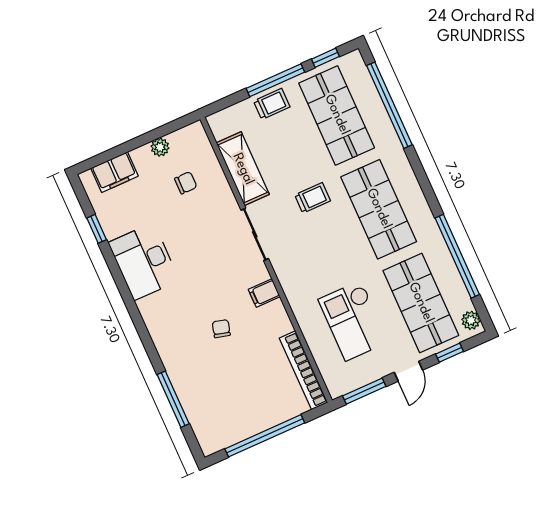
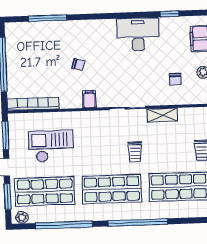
window: (389, 105) -> (138, 222), moved
shelving: (243, 169) -> (162, 115), width x0.67, depth x0.75
window: (450, 353) -> (8, 197), width x1.50

